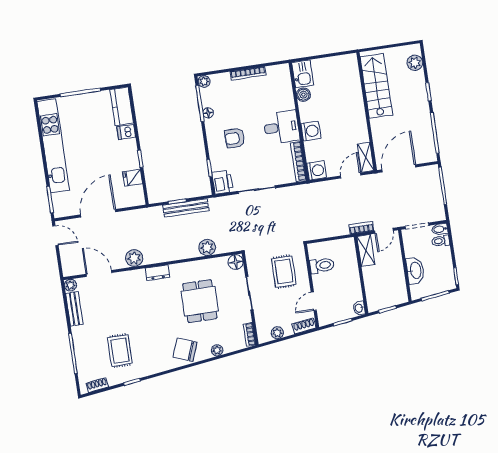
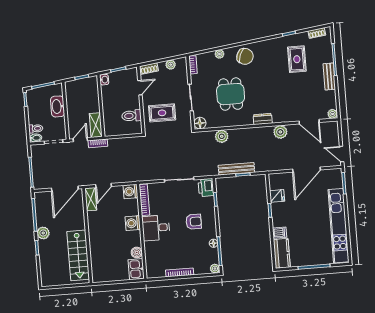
plant: (415, 63) -> (43, 233), moved
rug: (284, 272) -> (162, 113), turned 90
bench: (74, 309) -> (329, 76), moved

